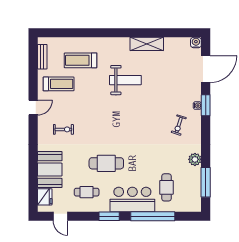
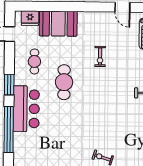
exercise bike: (63, 129) -> (100, 56), moved
cafe table: (166, 187) -> (38, 144), removed

